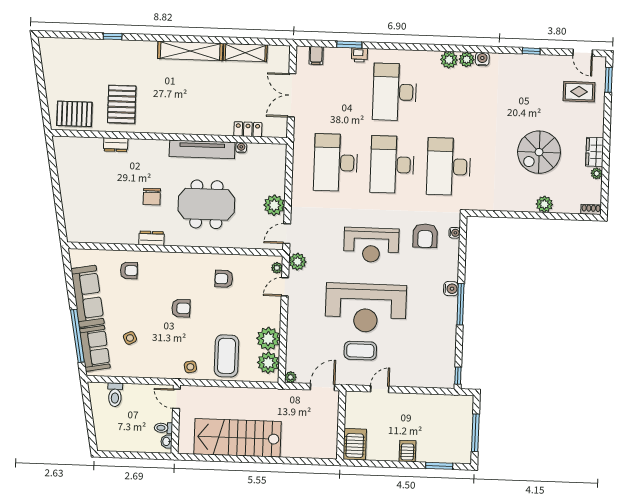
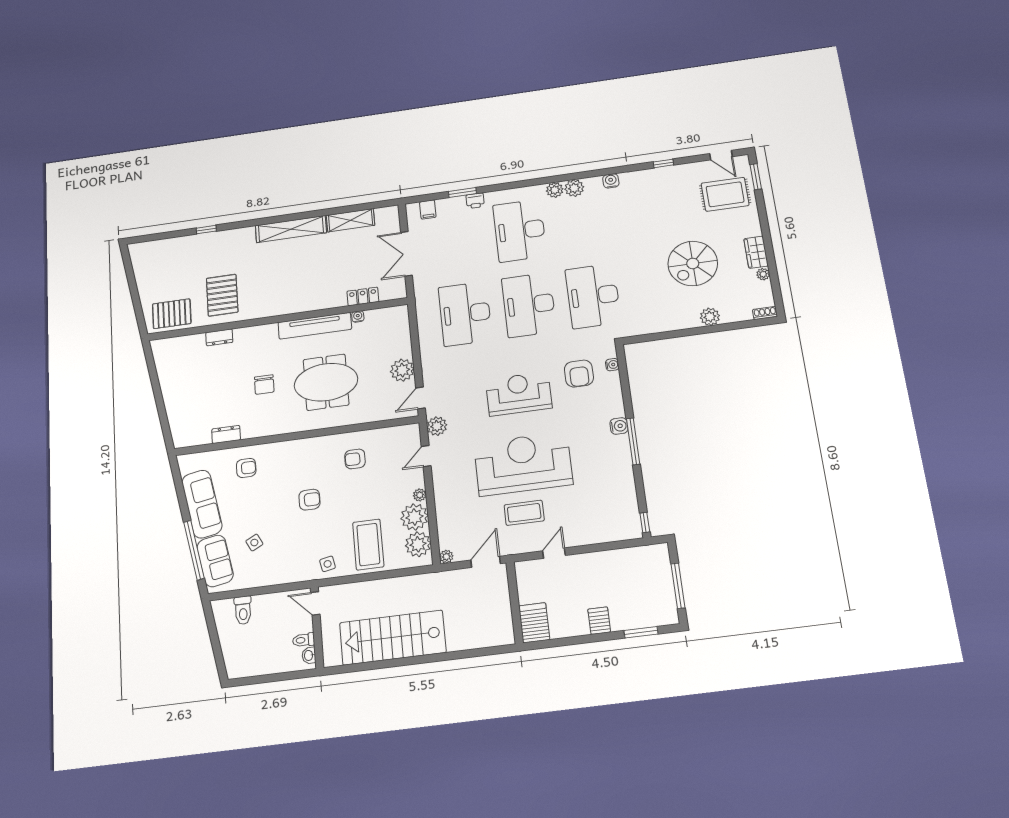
plant: (467, 59) -> (555, 190), moved
rug: (579, 92) -> (725, 194), width x1.36, depth x1.43
dresser: (151, 238) -> (226, 434), moved
reception desk: (371, 245) -> (519, 394), turned 180
plant: (277, 268) -> (420, 495), moved
reception desk: (366, 308) -> (523, 464), turned 180

